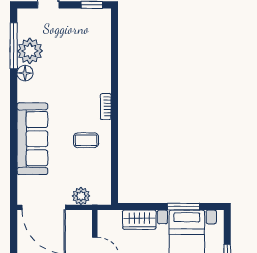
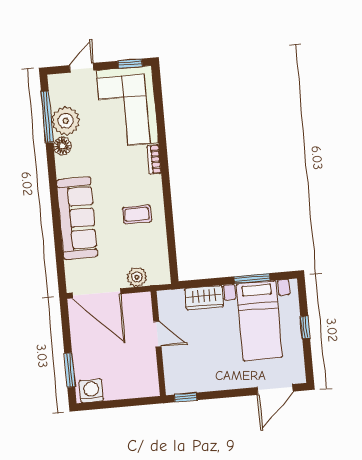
corner sofa: (86, 43) -> (128, 107), added
bookcase: (106, 107) -> (154, 159), moved

